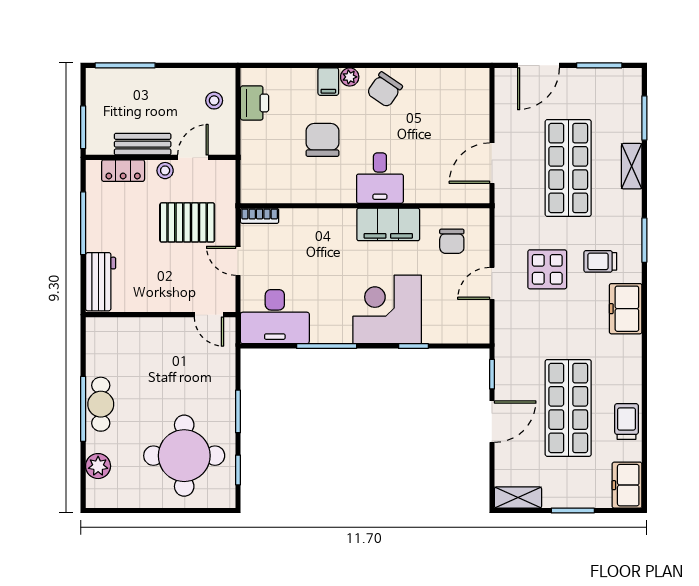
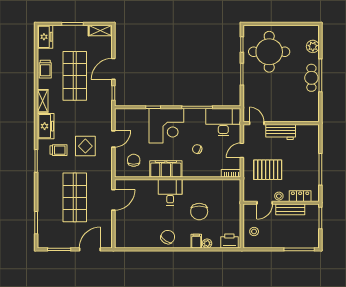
plant: (350, 77) -> (207, 243), moved
printer: (254, 103) -> (229, 241), moved, turned 90
shelving: (632, 166) -> (43, 101), moved
door: (238, 261) -> (242, 150), swing flipped
chair: (326, 263) -> (197, 149), added
workbench: (101, 282) -> (281, 132), moved, turned -90

